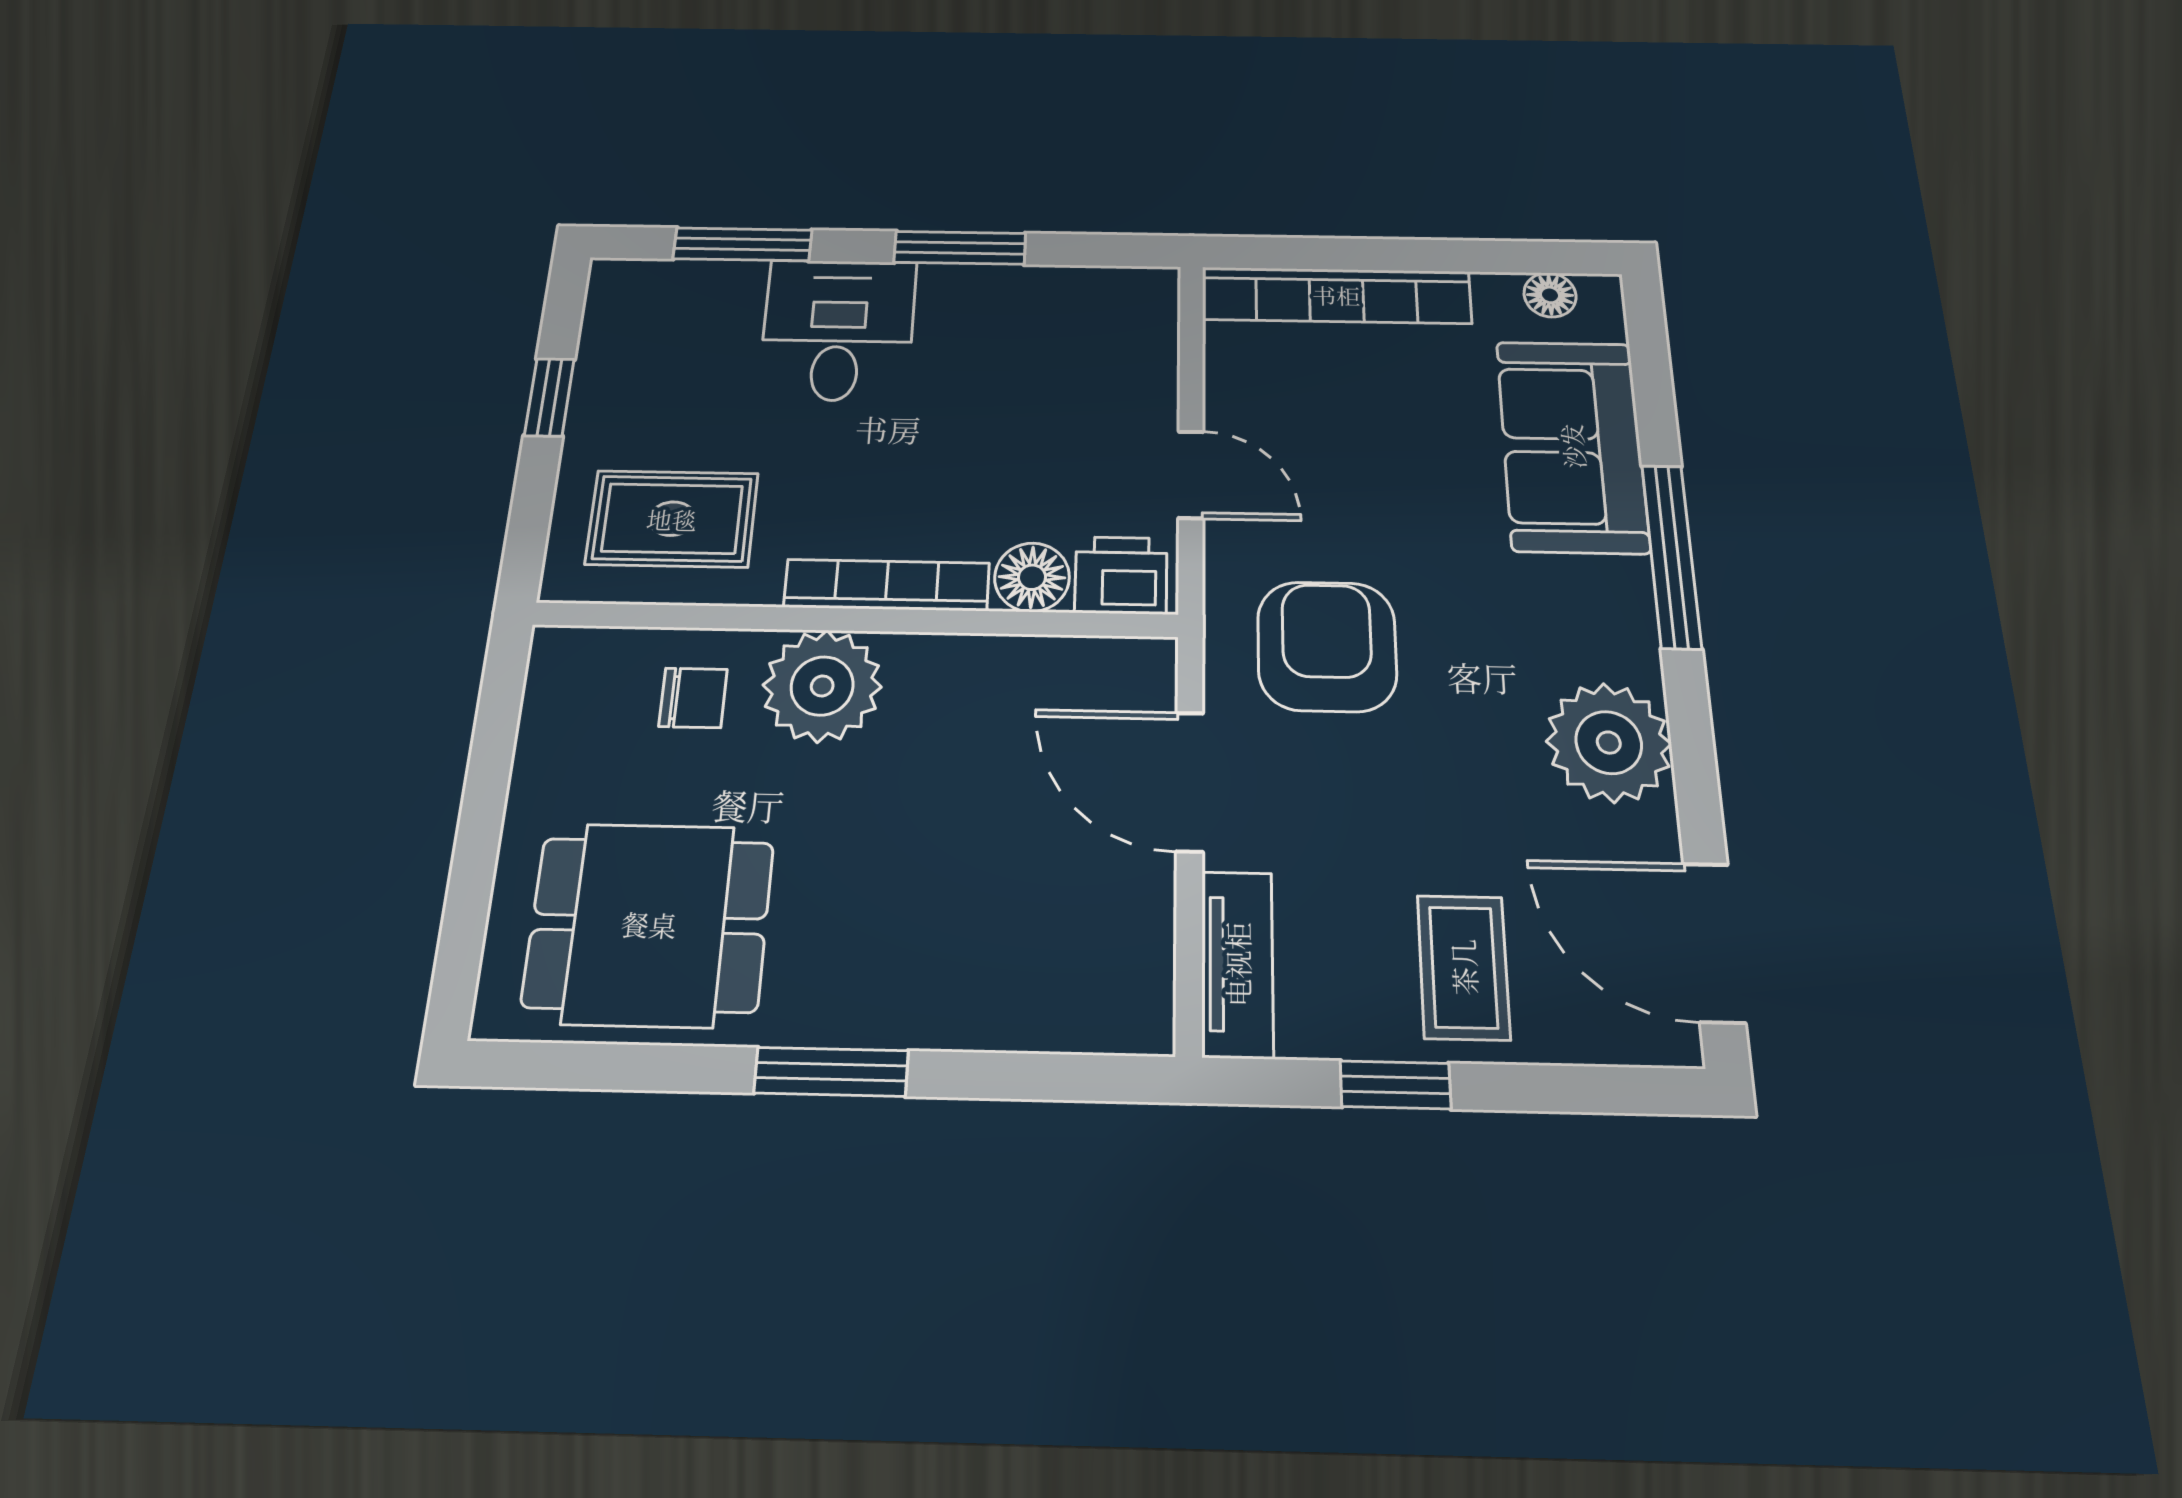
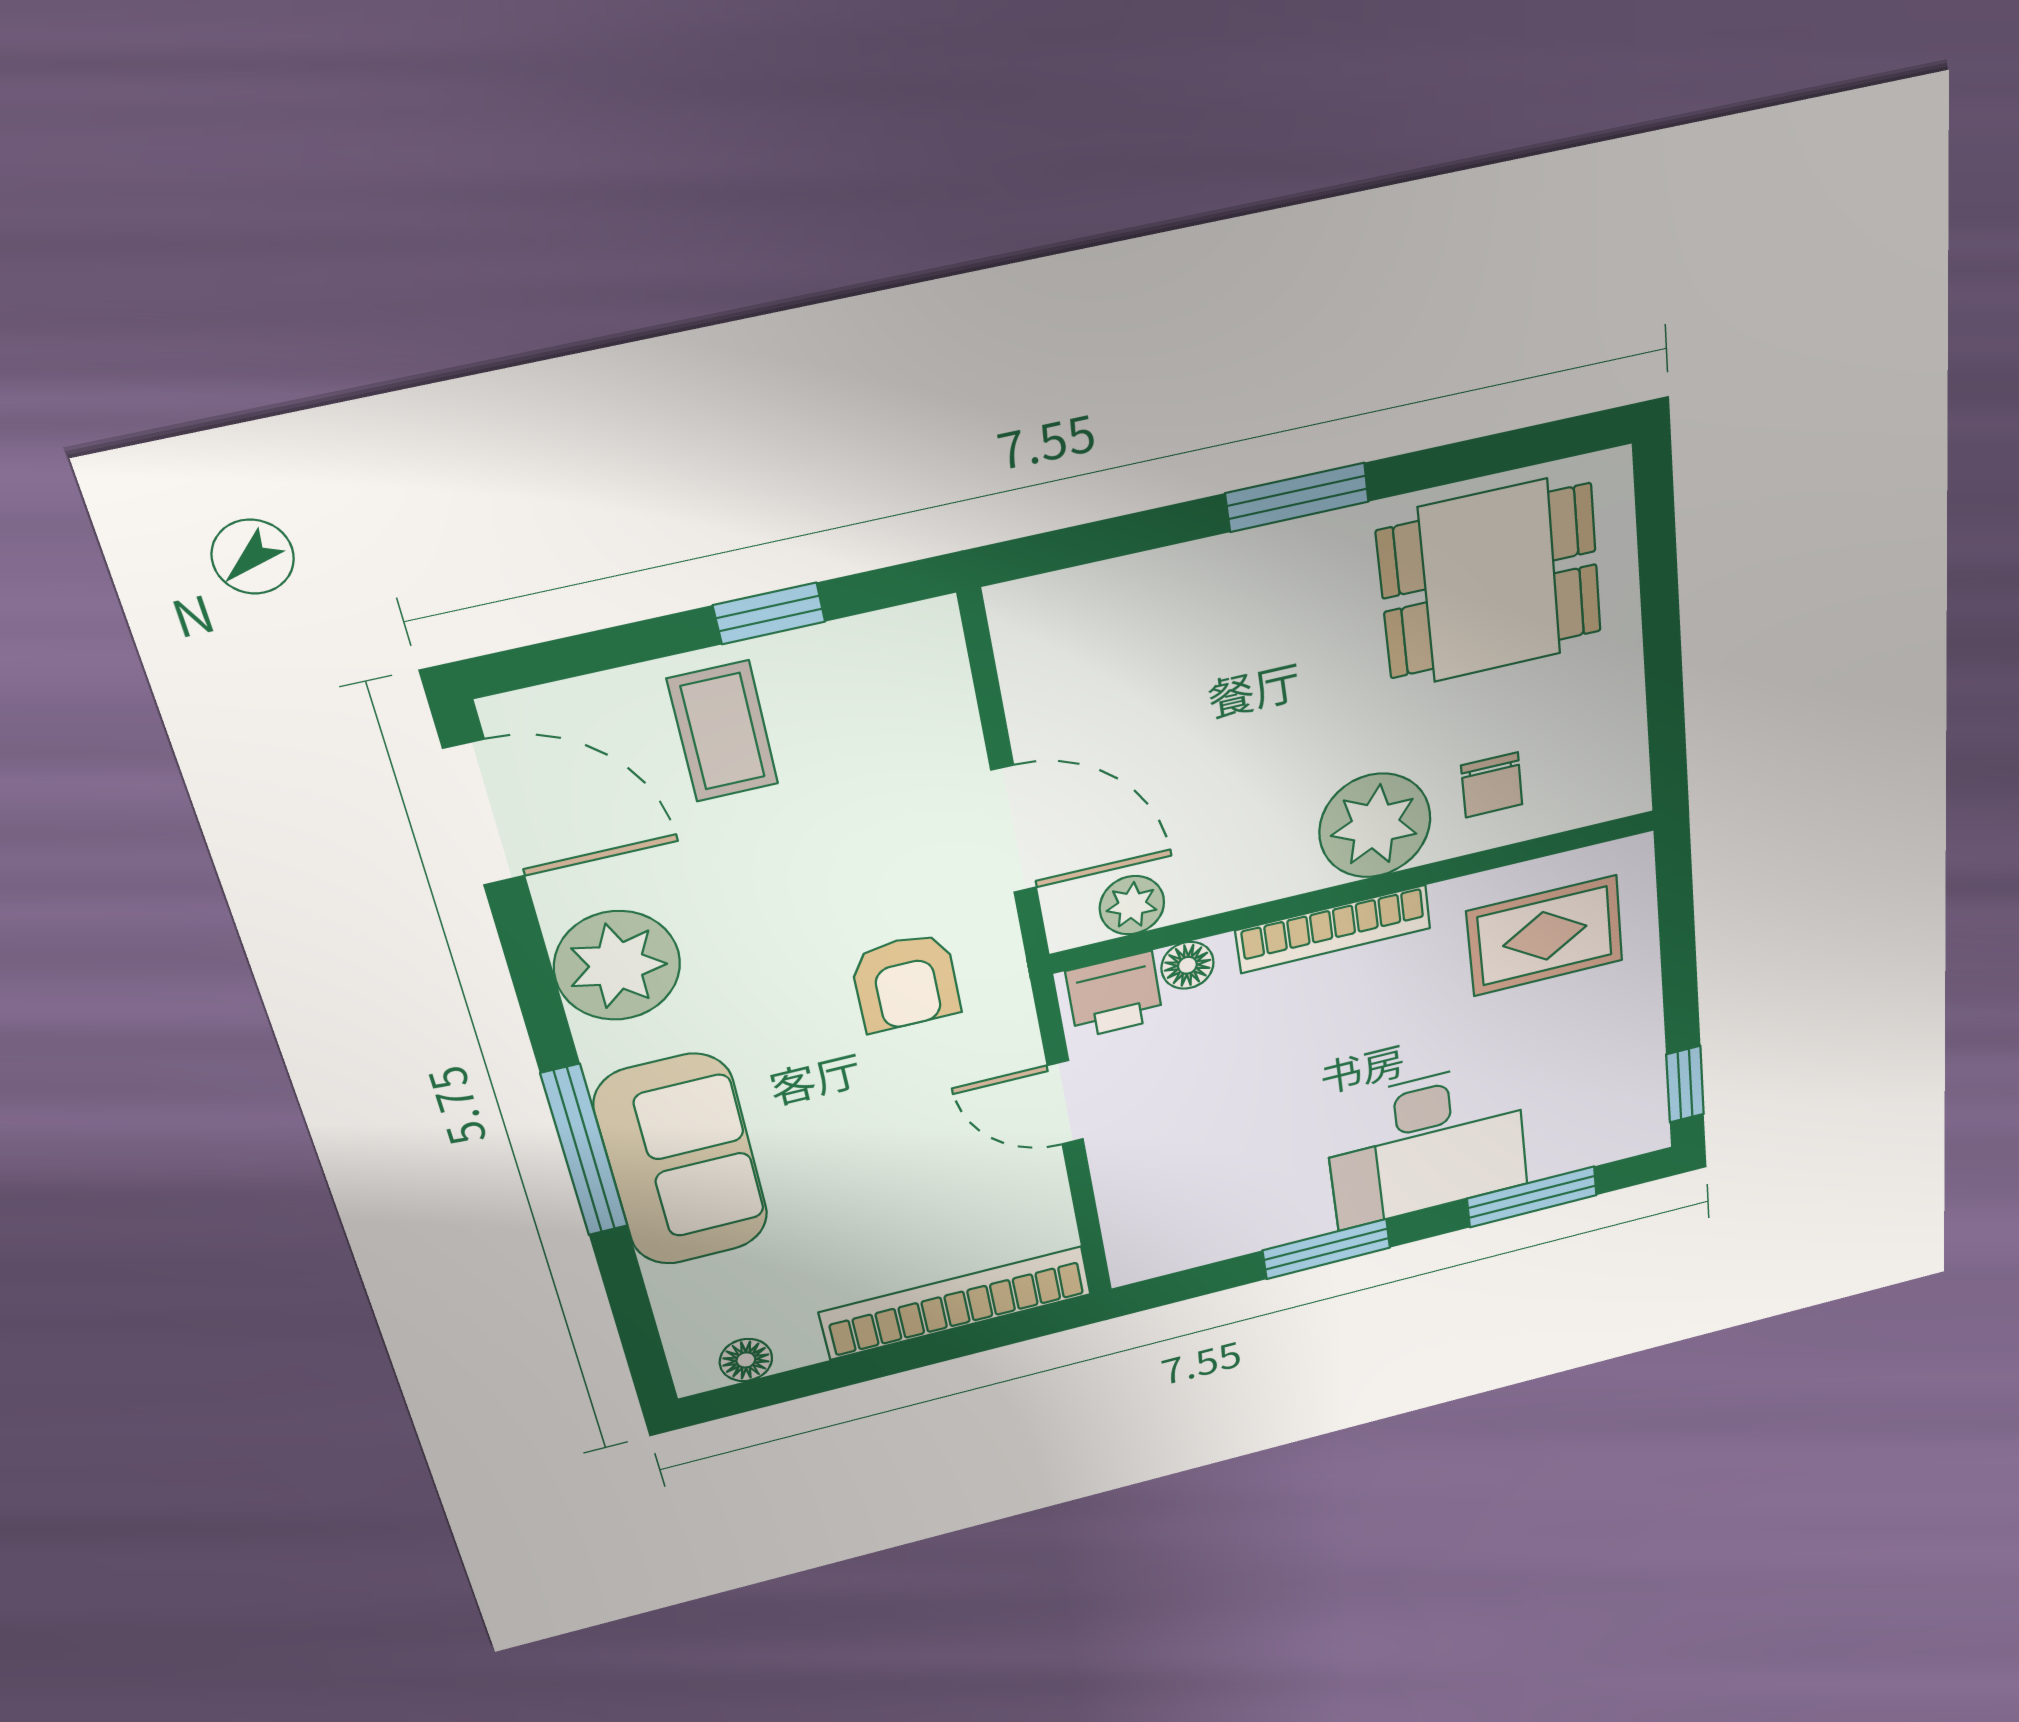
desk: (838, 330) -> (1426, 1144), width x1.37
window: (549, 397) -> (1685, 1084), moved
sofa: (1572, 446) -> (682, 1160), moved
floor lamp: (1032, 577) -> (1187, 965), width x0.73, depth x0.73
armchair: (1327, 646) -> (906, 982), width x0.72, depth x0.72
plant: (1086, 667) -> (1132, 905), added
chair: (693, 698) -> (1492, 785), turned -90
tv unit: (1237, 964) -> (939, 682), removed

